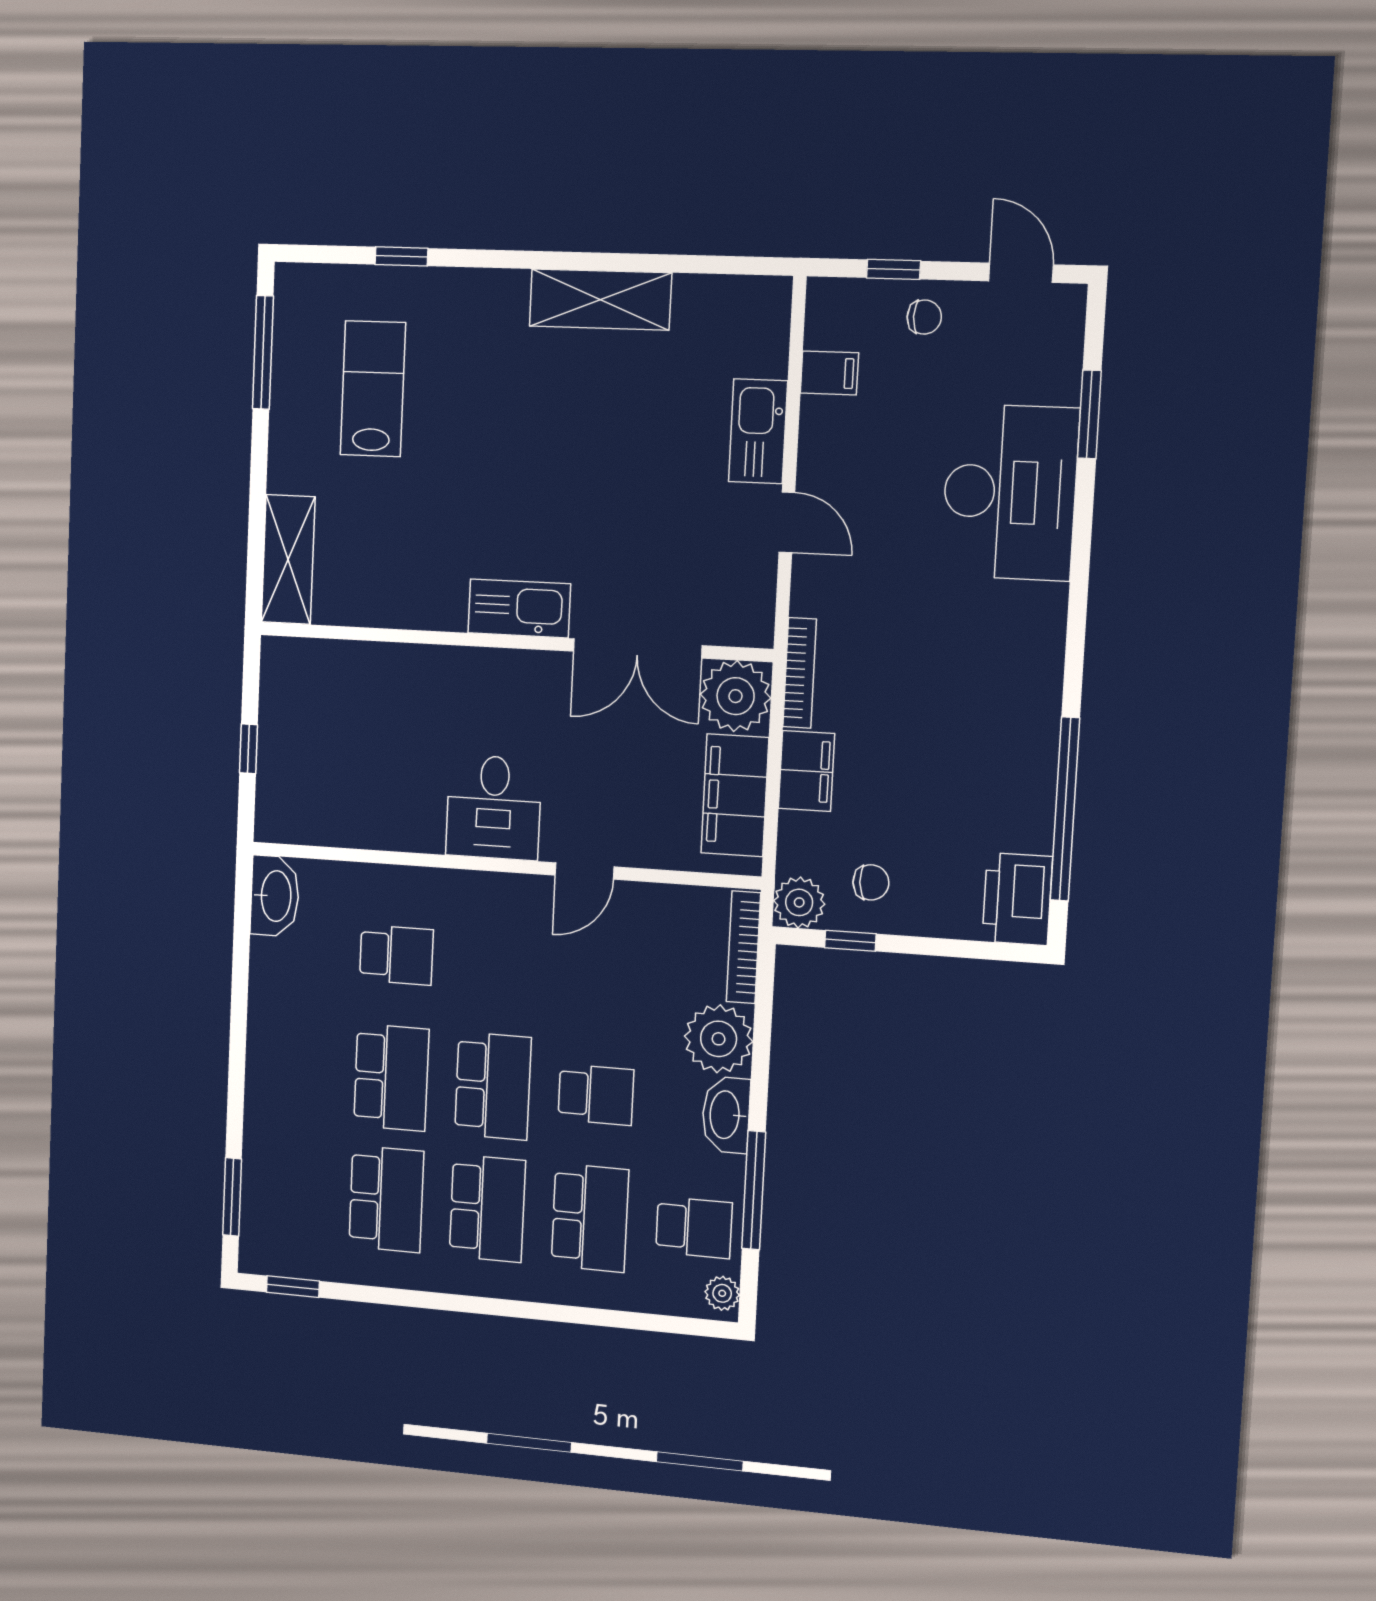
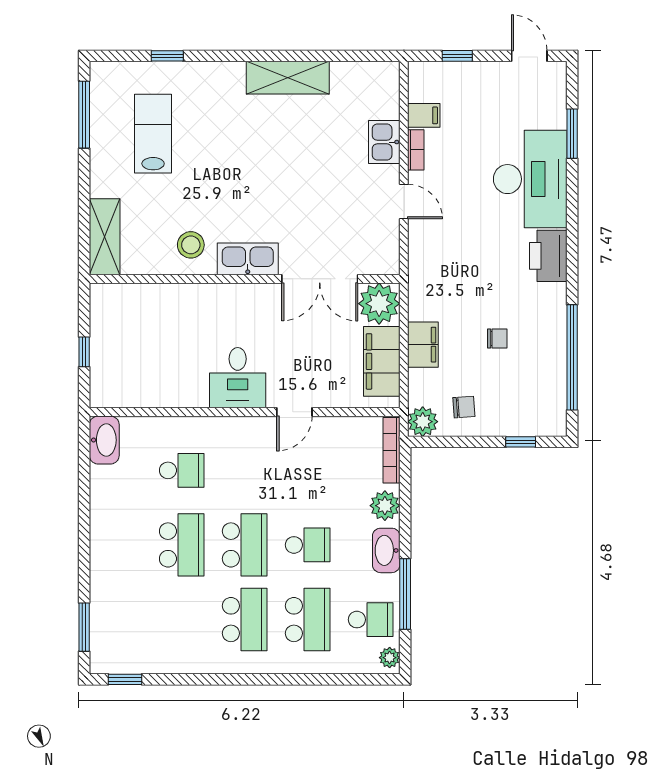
chair: (924, 317) -> (497, 338), moved
kitchen sink: (758, 431) -> (384, 142), width x0.73
stool: (427, 580) -> (191, 245), added
bookcase: (800, 673) -> (416, 150), moved, width x0.64
printer: (1017, 899) -> (548, 256), moved
window: (850, 941) -> (521, 442), moved
plant: (719, 1039) -> (385, 506), width x0.73, depth x0.73
school desk: (386, 1199) -> (182, 620), removed

